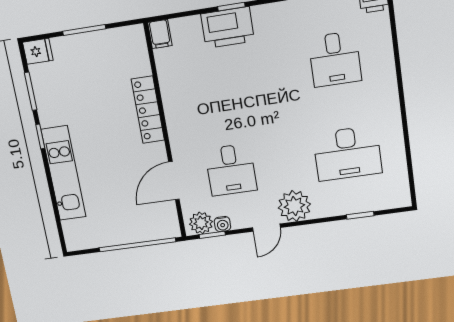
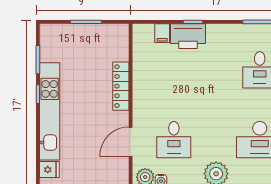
filing cabinet: (160, 34) -> (162, 33), moved
fridge: (38, 51) -> (49, 170), moved
kitchen unit: (64, 173) -> (50, 111), width x1.36

